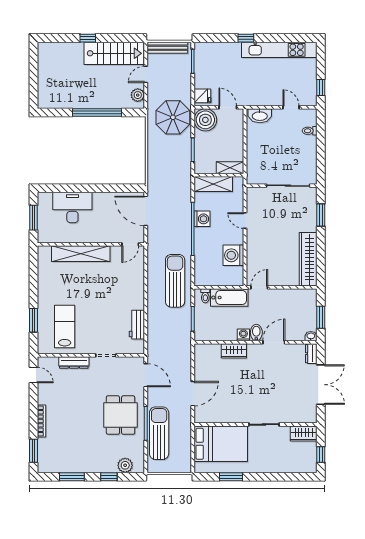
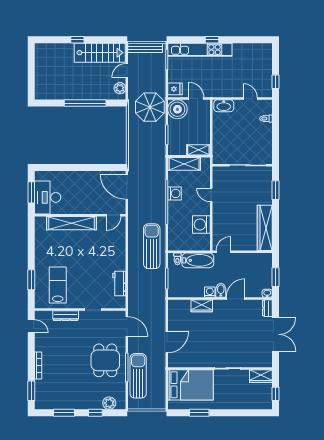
kitchen unit: (279, 50) -> (200, 50), moved
desk: (72, 207) -> (48, 197), moved, turned -90

